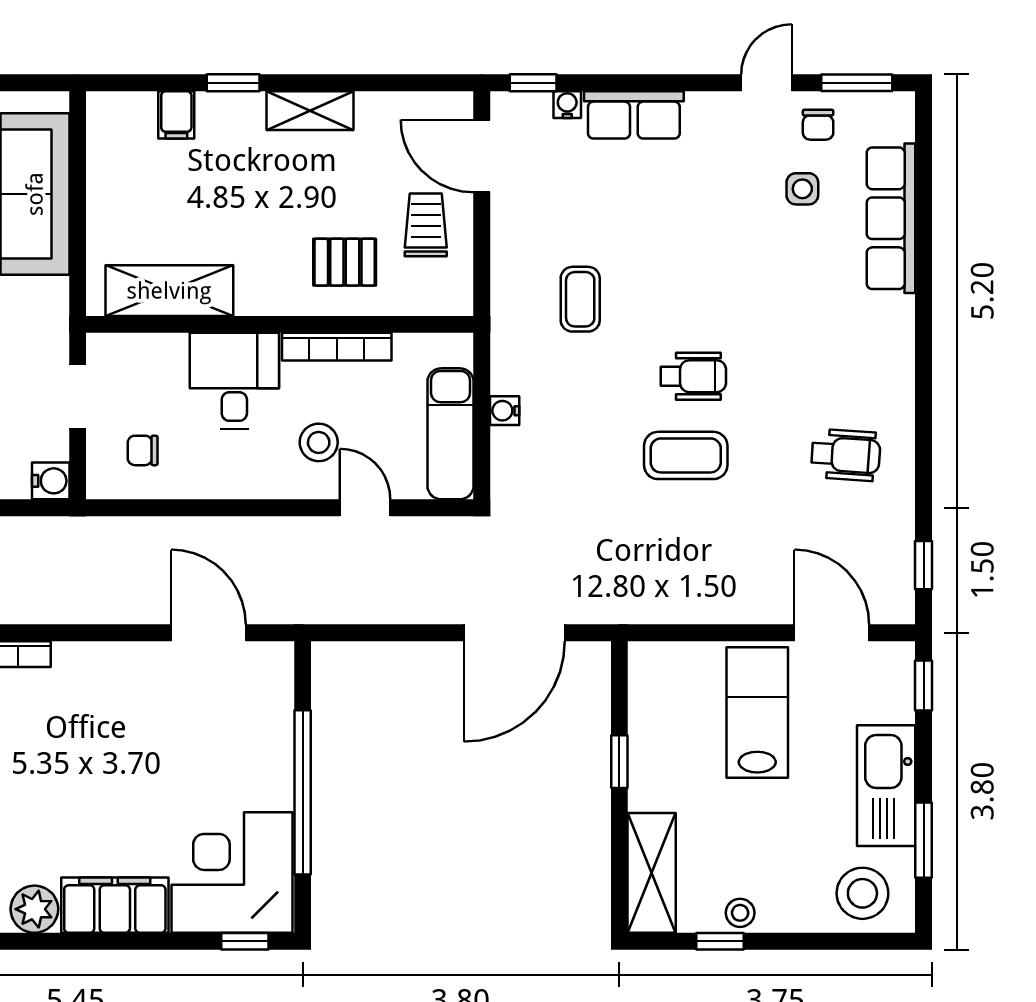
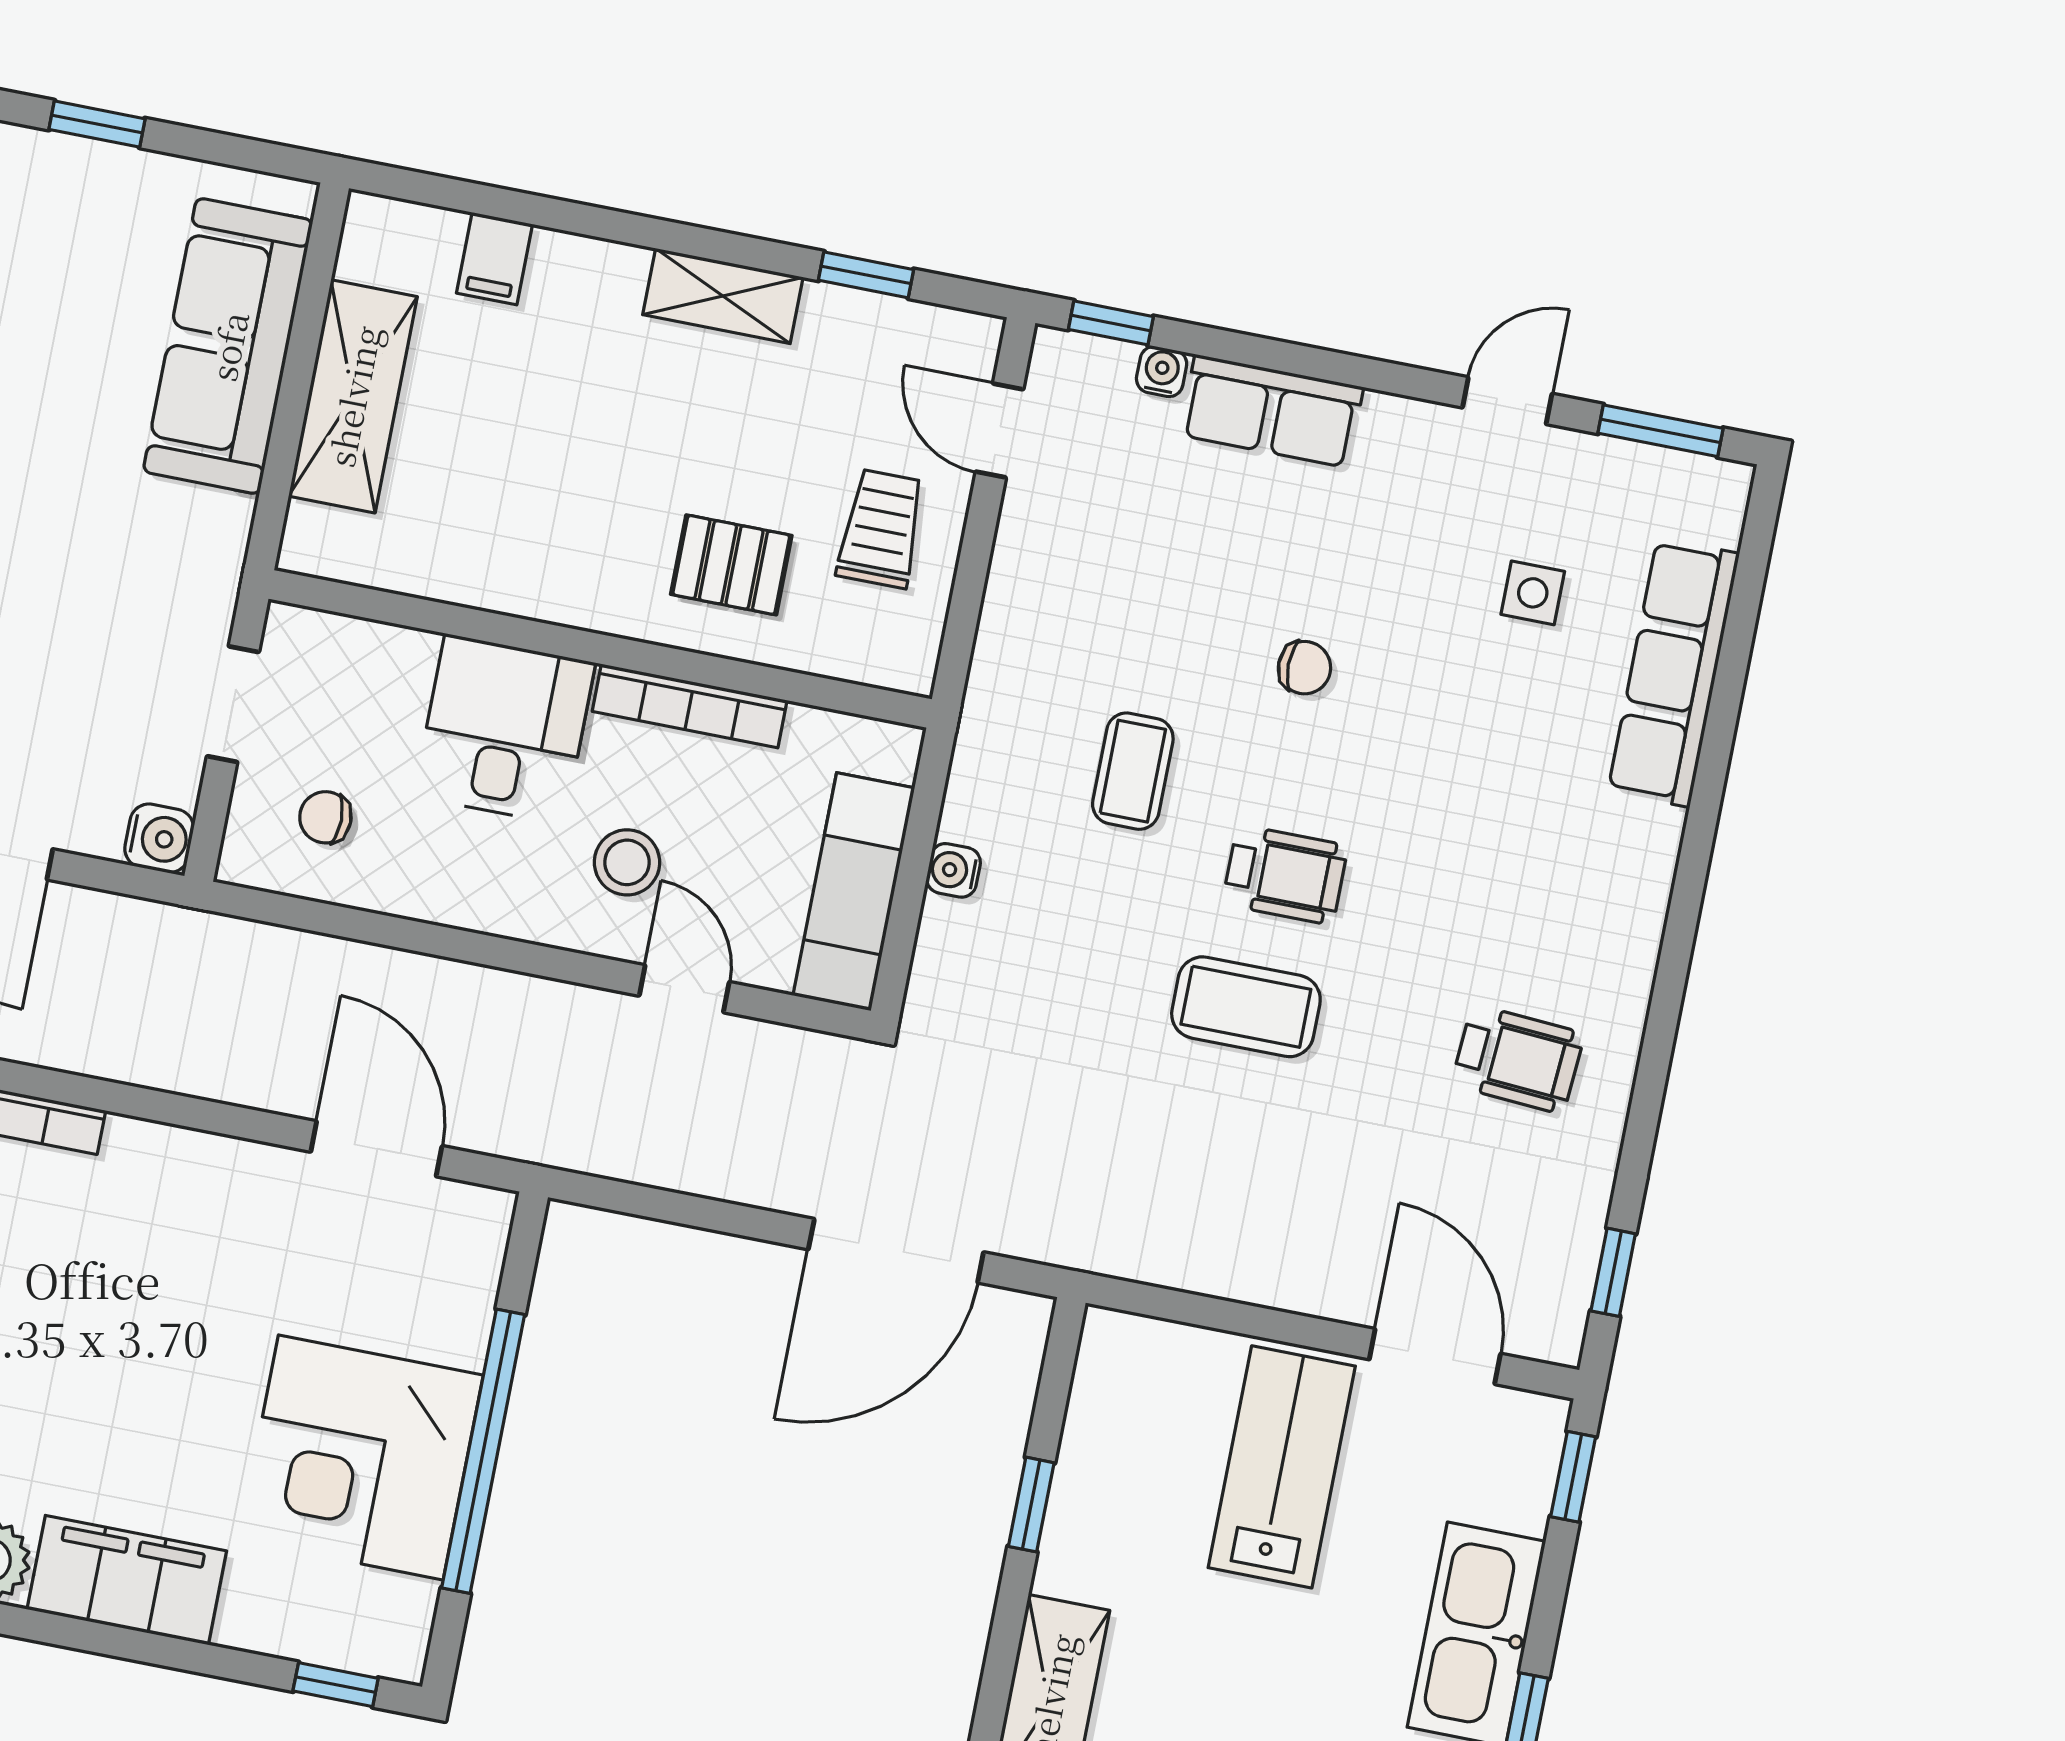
window: (233, 83) -> (866, 275), moved
chair: (818, 125) -> (1304, 668), moved, turned -90
door: (482, 156) -> (999, 430), width x0.73
shelving: (169, 291) -> (353, 396), moved, turned 90
coffee table: (580, 299) -> (1133, 771), moved
corner desk: (232, 872) -> (361, 1457), moved, turned -90

